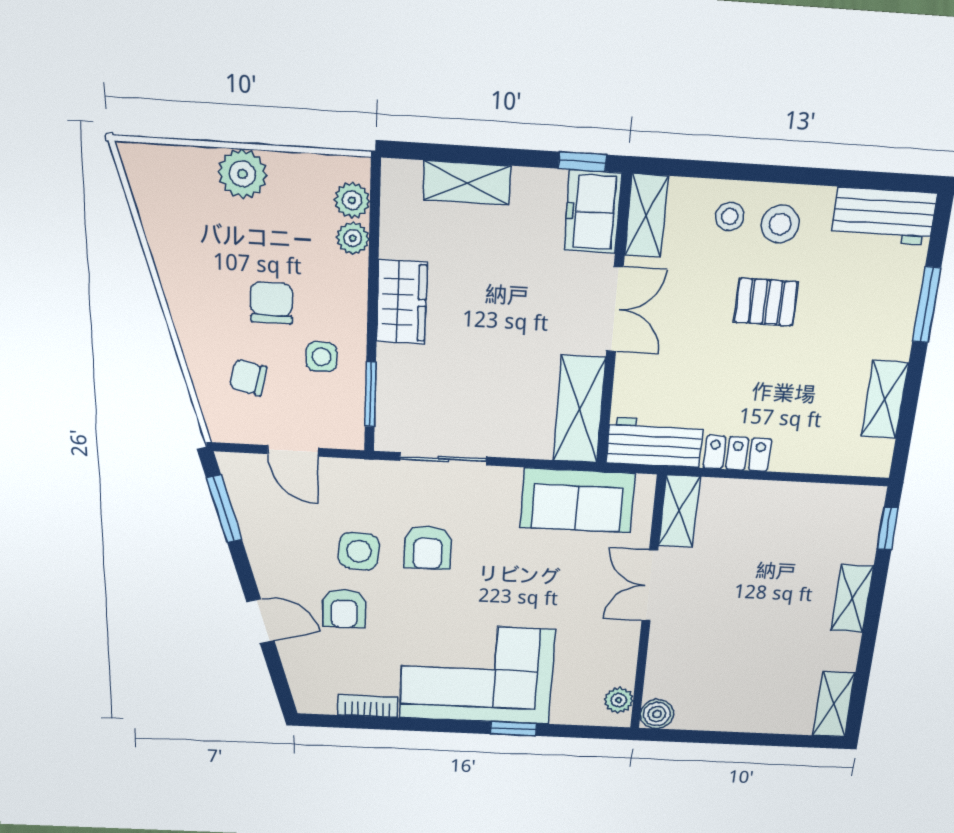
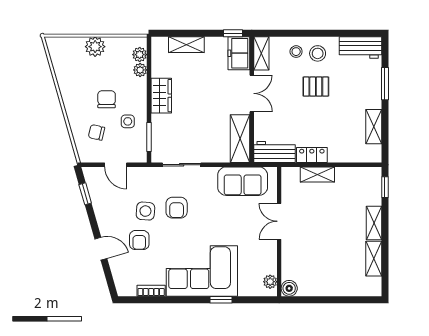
window: (224, 509) -> (85, 194), width x0.67
shelving: (679, 511) -> (317, 174), moved, turned 90
shelving: (834, 704) -> (374, 259), moved

